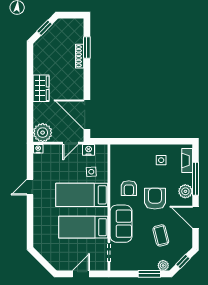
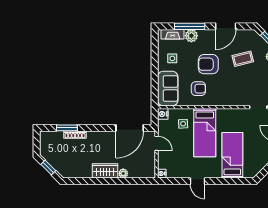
plant: (43, 133) -> (123, 173), moved, width x0.53, depth x0.53
nightstand: (89, 150) -> (163, 114), moved
plant: (185, 191) -> (191, 36), moved
sofa: (121, 224) -> (168, 89), moved, turned 90
bed: (83, 227) -> (232, 155), moved, turned 180

